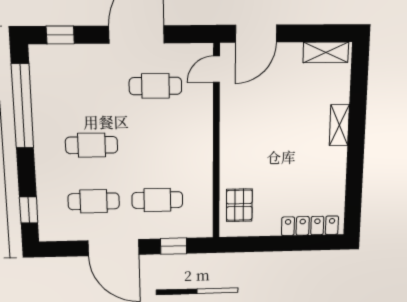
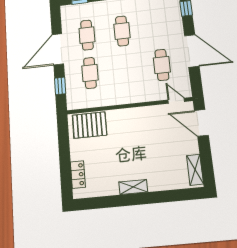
shelving: (339, 125) -> (133, 187), moved
pallet: (239, 205) -> (90, 125), width x1.50, depth x1.42
locker: (310, 226) -> (78, 175), width x0.66

